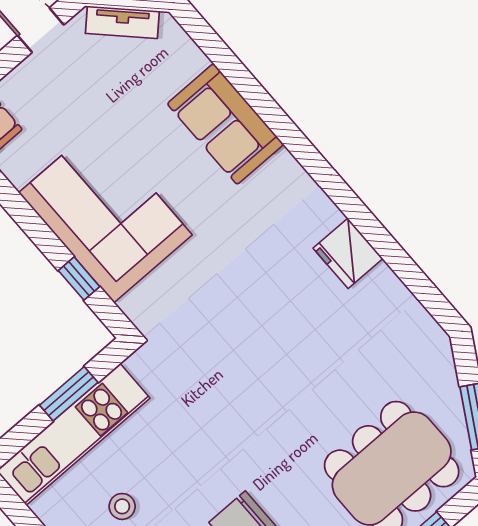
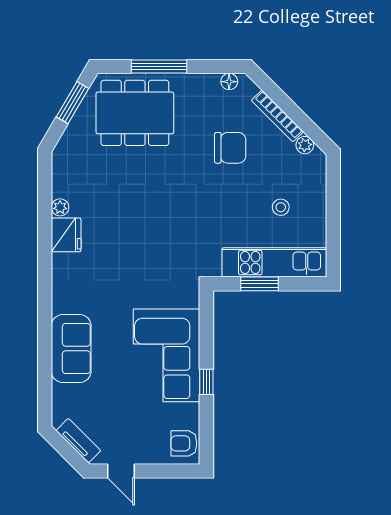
window: (79, 279) -> (206, 382), moved
plant: (383, 280) -> (60, 207), added

